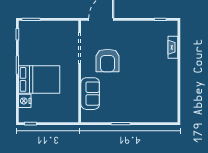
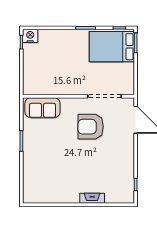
fireplace: (173, 47) -> (92, 198), moved
bed: (39, 79) -> (112, 47), moved, turned 90
sofa: (90, 94) -> (42, 108), moved
nightstand: (25, 101) -> (30, 36), moved

